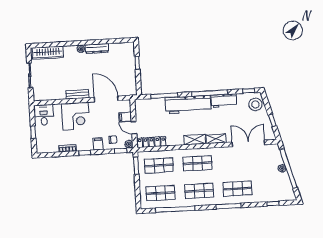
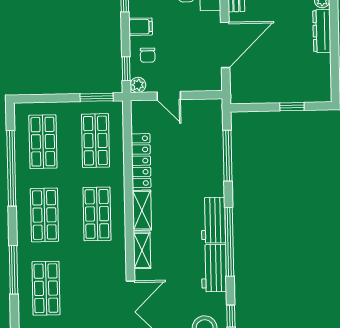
workbench: (188, 105) -> (213, 220), width x0.53, depth x0.76
filing cabinet: (125, 117) -> (190, 80), removed
door: (134, 128) -> (169, 96), swing flipped
locker: (152, 142) -> (141, 161), moved

